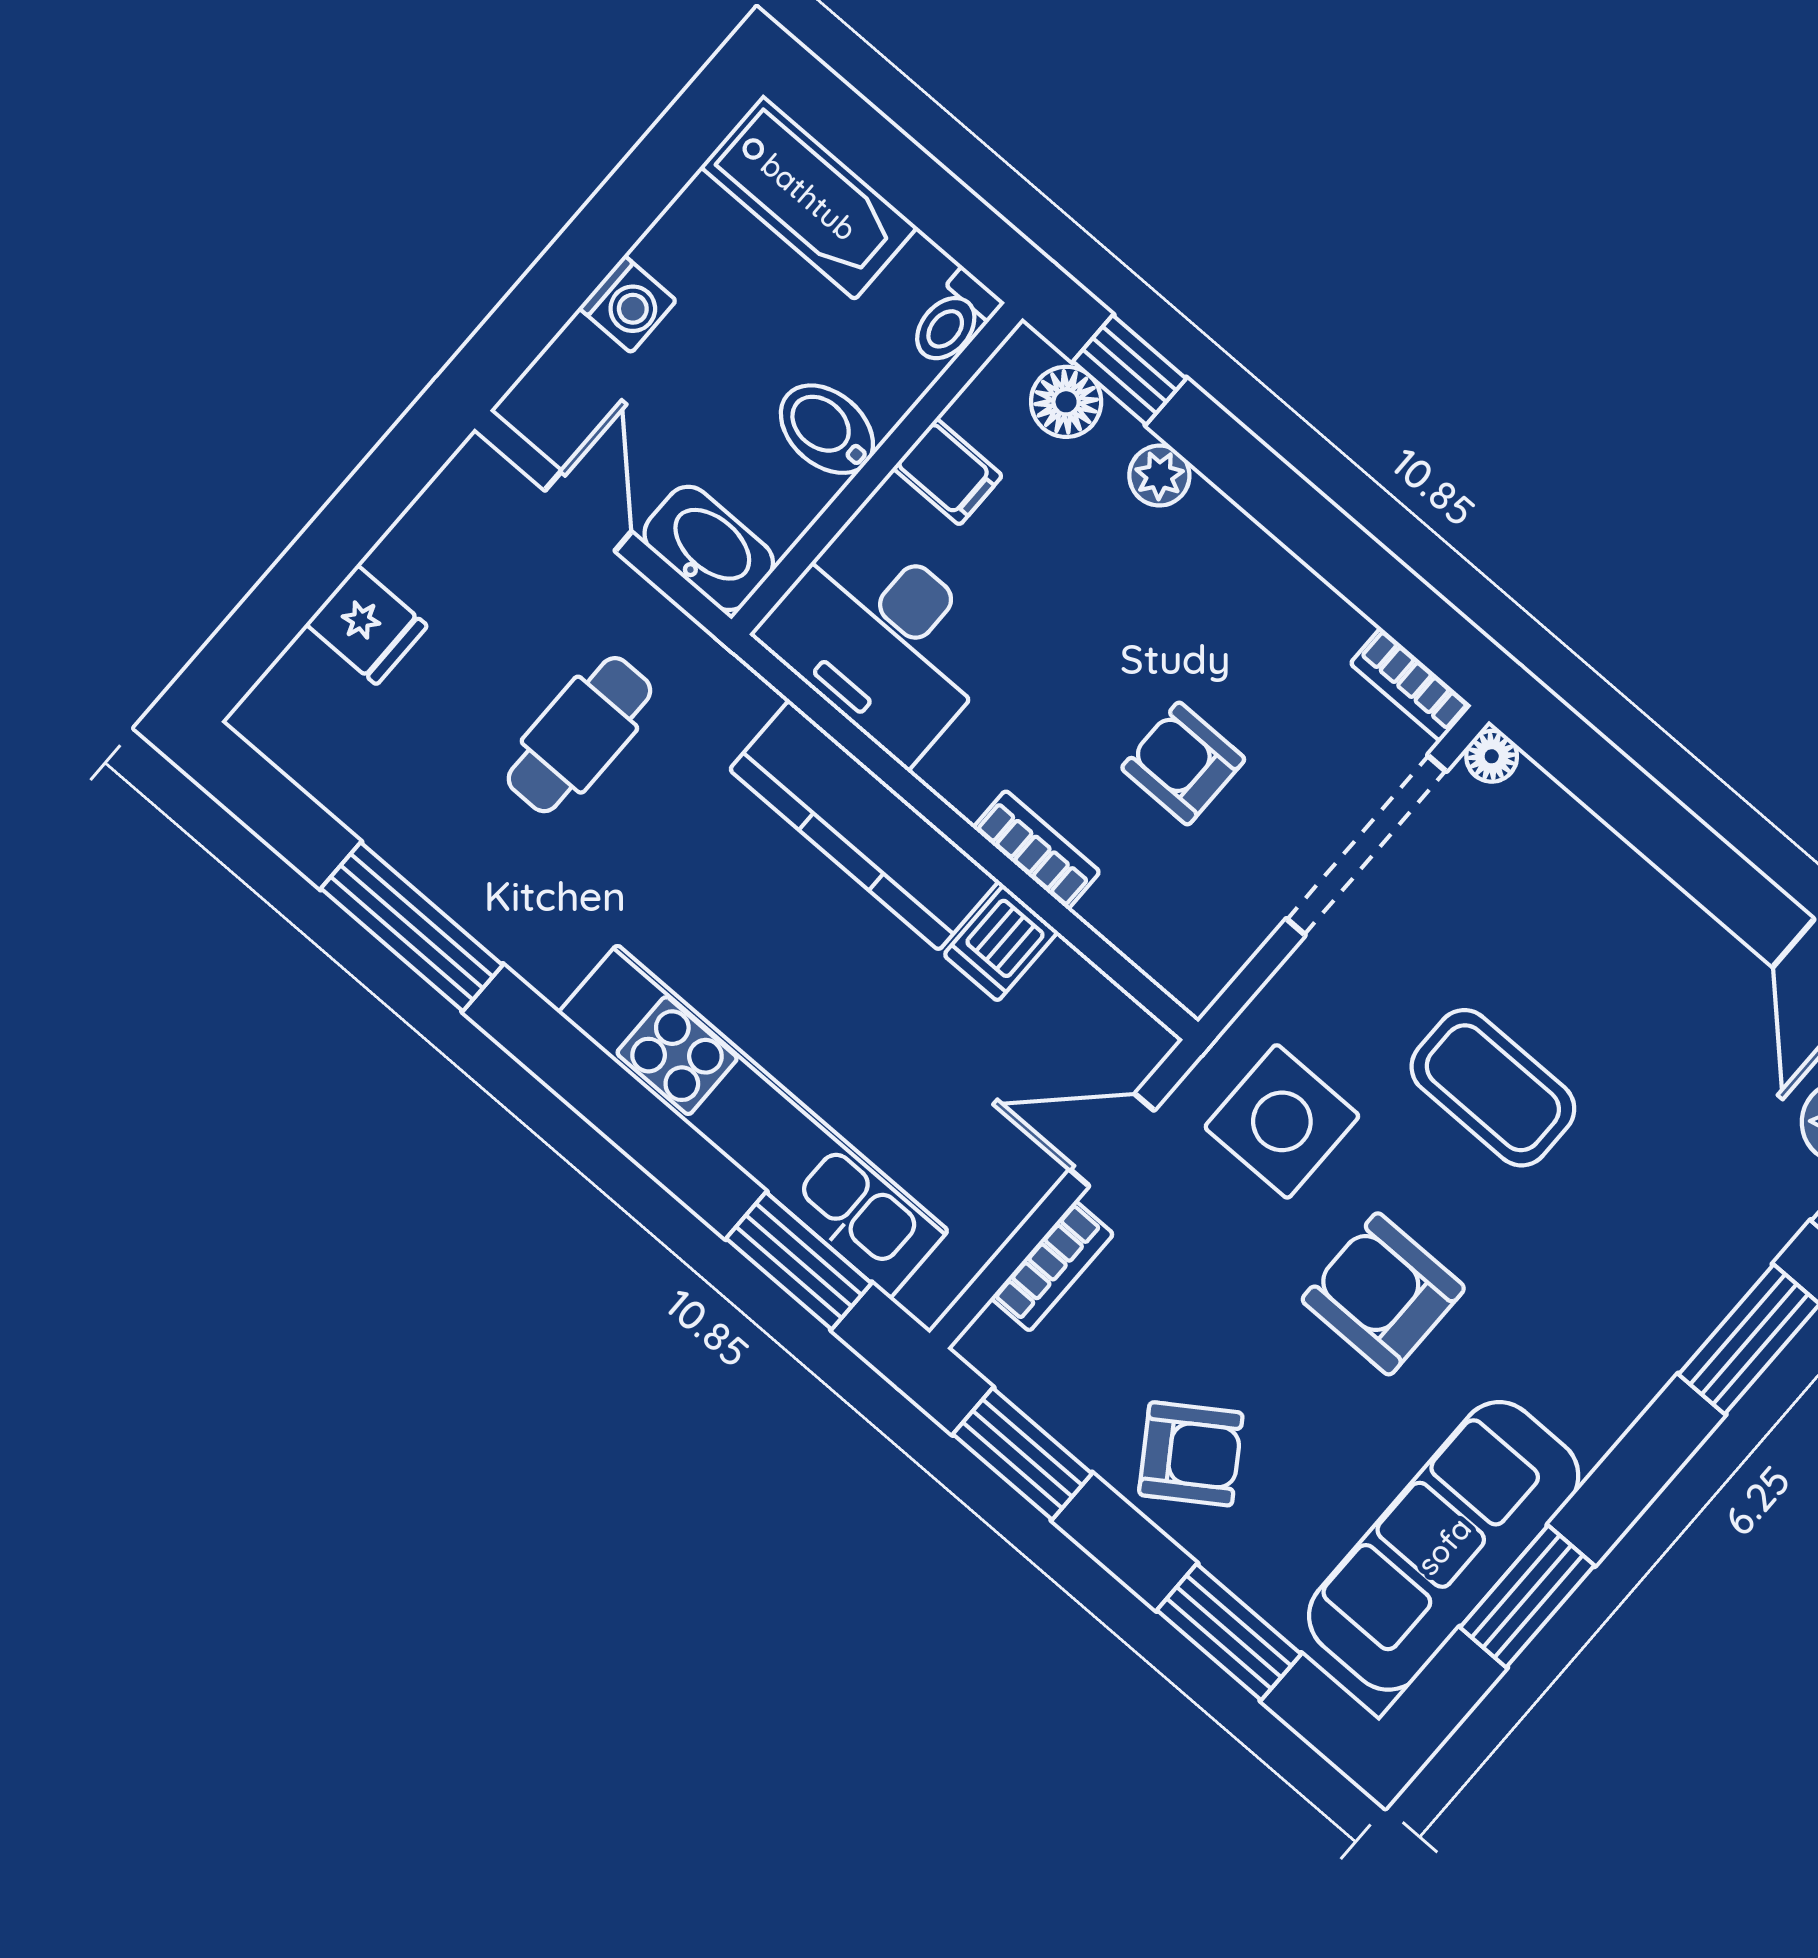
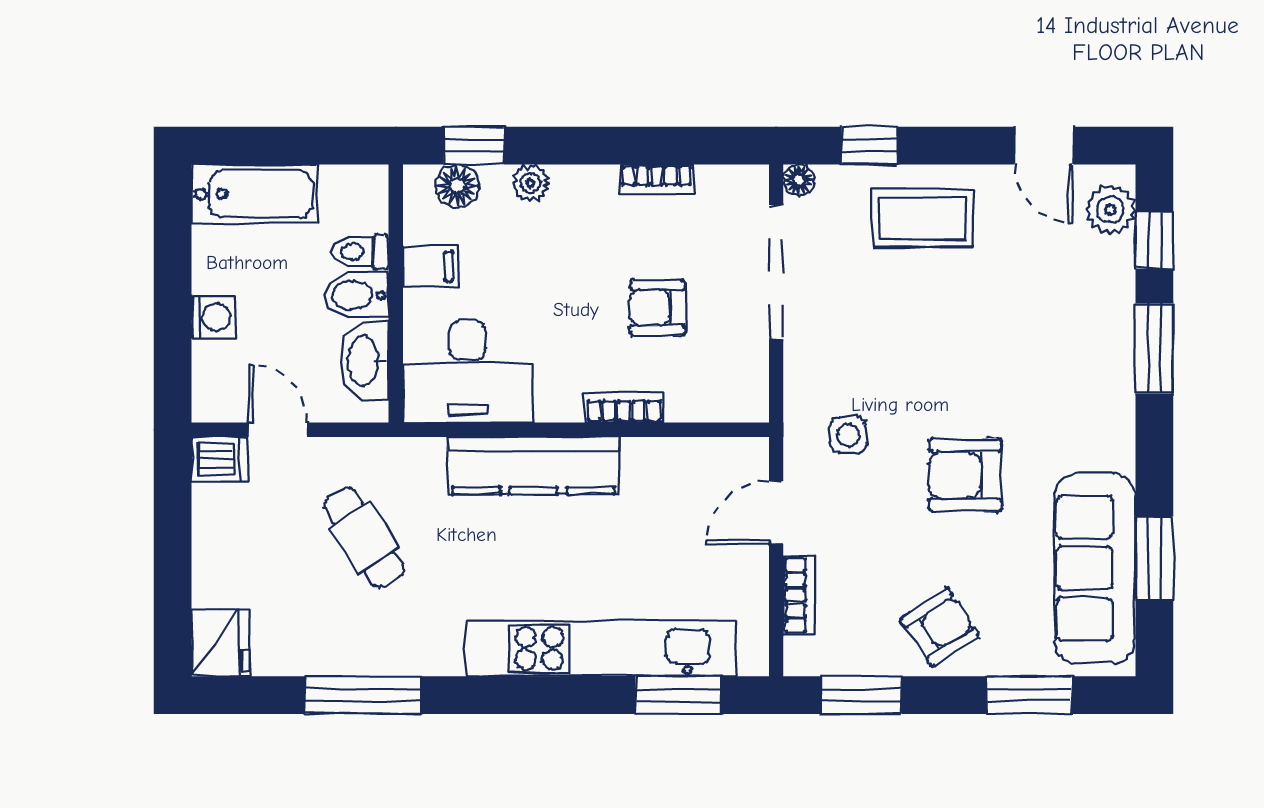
toilet: (954, 319) -> (360, 252), moved, turned 90
washbasin: (709, 548) -> (365, 361), moved, turned -90
fridge: (367, 625) -> (220, 643), moved, width x1.38
bookcase: (1411, 685) -> (657, 179), moved
cafe table: (579, 735) -> (364, 538), turned -33
window: (1615, 789) -> (870, 146), added
dishwasher: (1001, 943) -> (220, 459), moved, turned -90
coffee table: (1493, 1088) -> (923, 218), moved
side table: (1282, 1121) -> (848, 435), width x0.54, depth x0.54

